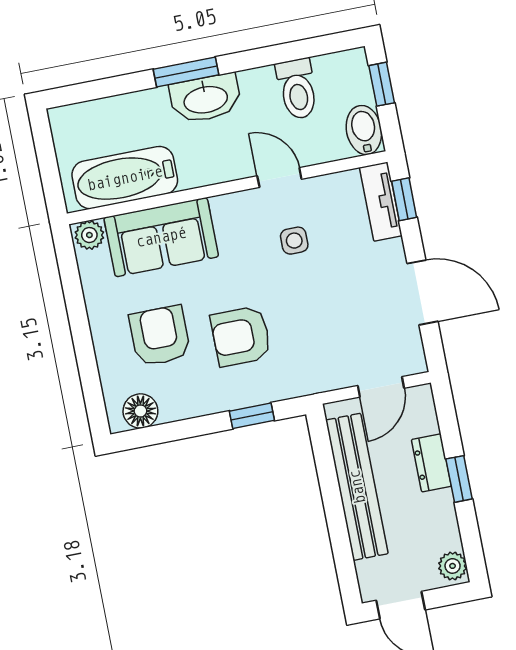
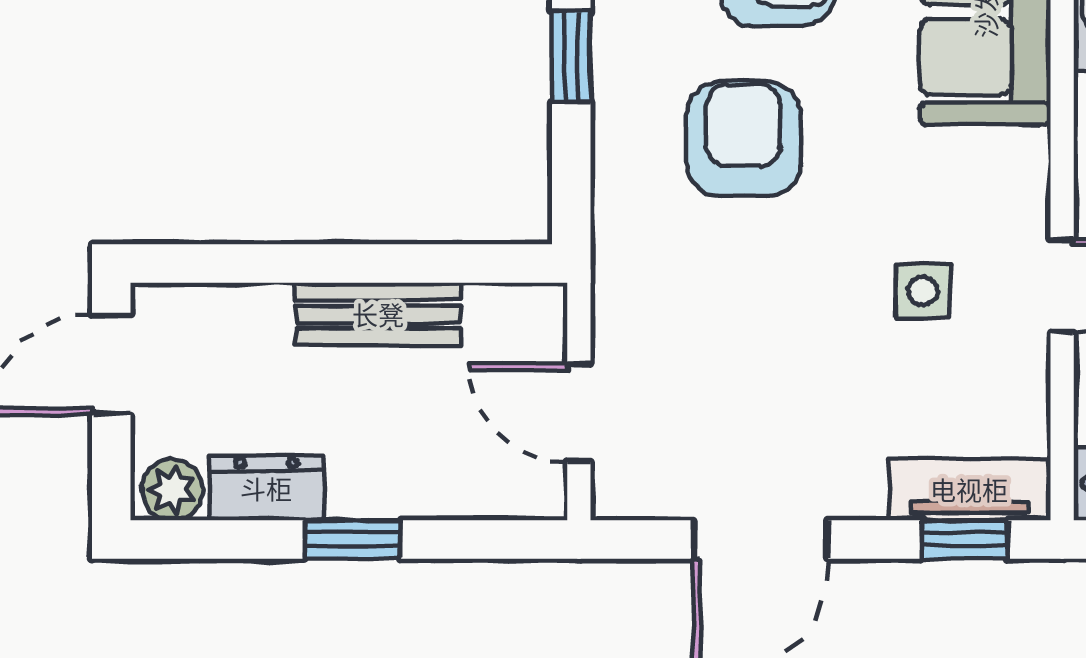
window: (252, 416) -> (571, 57), moved
dresser: (431, 463) -> (266, 488), moved
bench: (357, 487) -> (378, 314), width x0.54, depth x0.82

